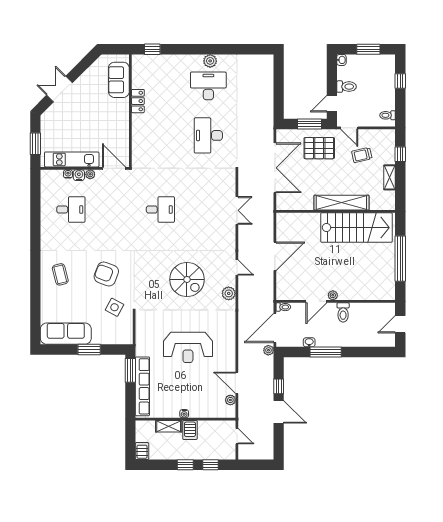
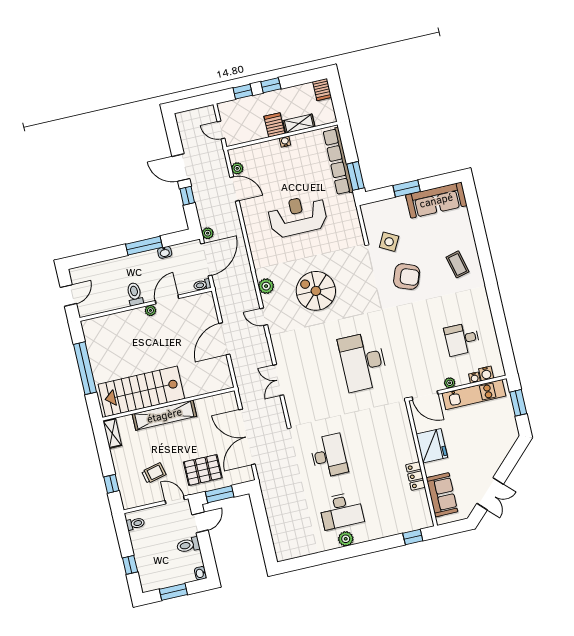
double door: (60, 89) -> (490, 494), moved
fridge: (118, 124) -> (432, 446), added
water cooler: (79, 175) -> (486, 373), moved
shelving: (390, 177) -> (112, 433), moved
desk: (160, 210) -> (363, 362), width x1.87, depth x1.30

